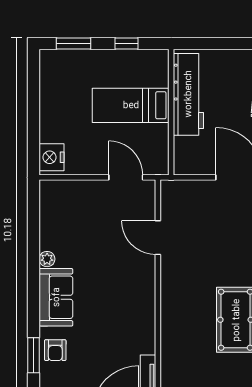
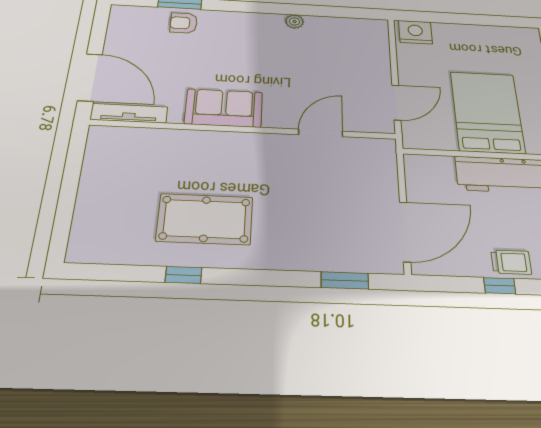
bed: (131, 105) -> (487, 112), width x1.50
sofa: (56, 297) -> (224, 108), moved, turned 180

